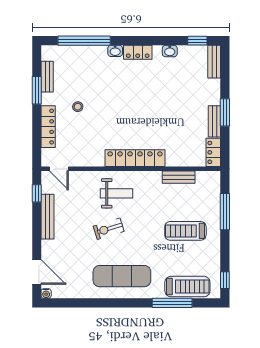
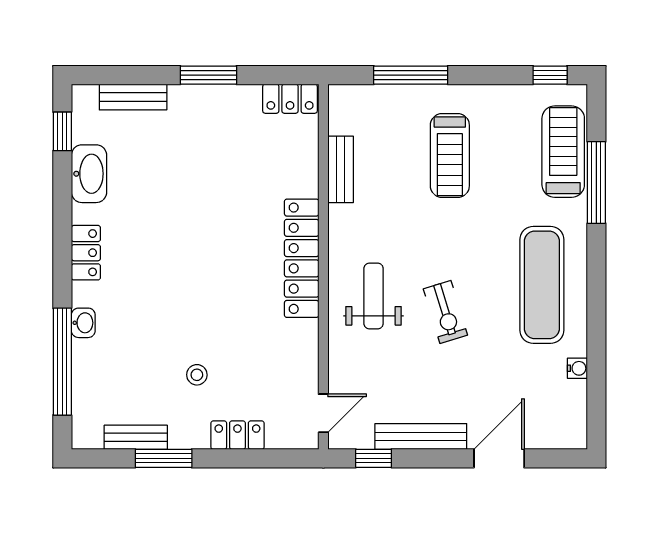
washbasin: (115, 51) -> (83, 323), moved
washbasin: (170, 51) -> (89, 174), width x1.91, depth x1.45
bench: (214, 62) -> (133, 97), moved
bench: (214, 121) -> (227, 96), removed
locker: (48, 127) -> (237, 435), width x0.66
door: (37, 272) -> (499, 458), moved
water cooler: (46, 293) -> (577, 368), moved

